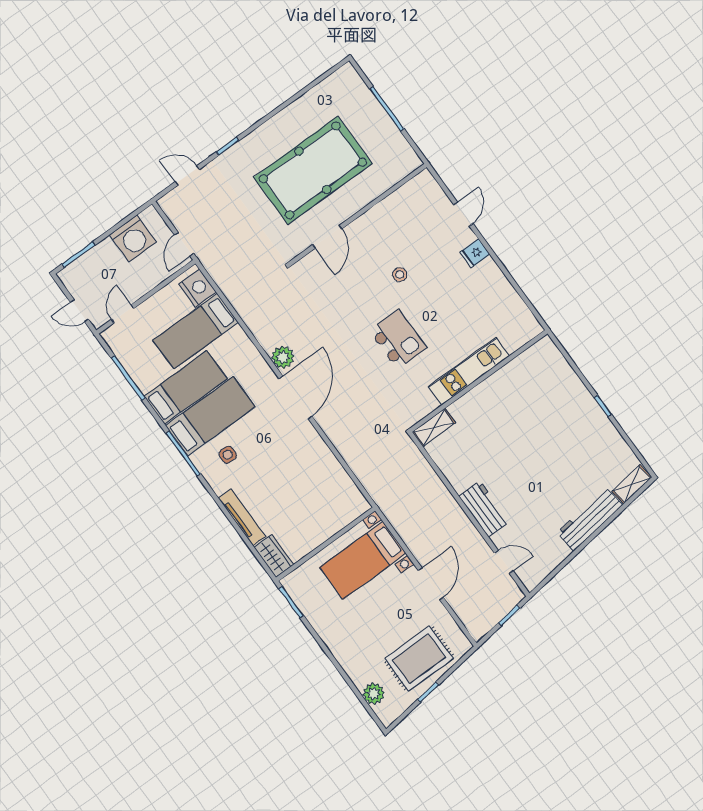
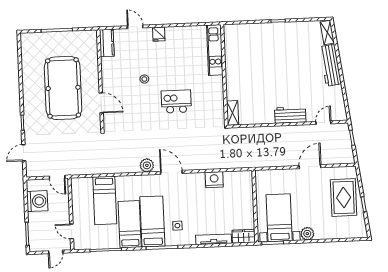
kitchen counter: (415, 189) -> (107, 43), added
nightstand: (197, 288) -> (214, 180), moved
kitchen unit: (469, 371) -> (215, 50), moved
door: (296, 397) -> (171, 172), width x0.73
bed with nightstands: (363, 560) -> (279, 218), moved, turned 180
door: (431, 584) -> (310, 167), hinge flipped
plant: (374, 694) -> (307, 234), moved

